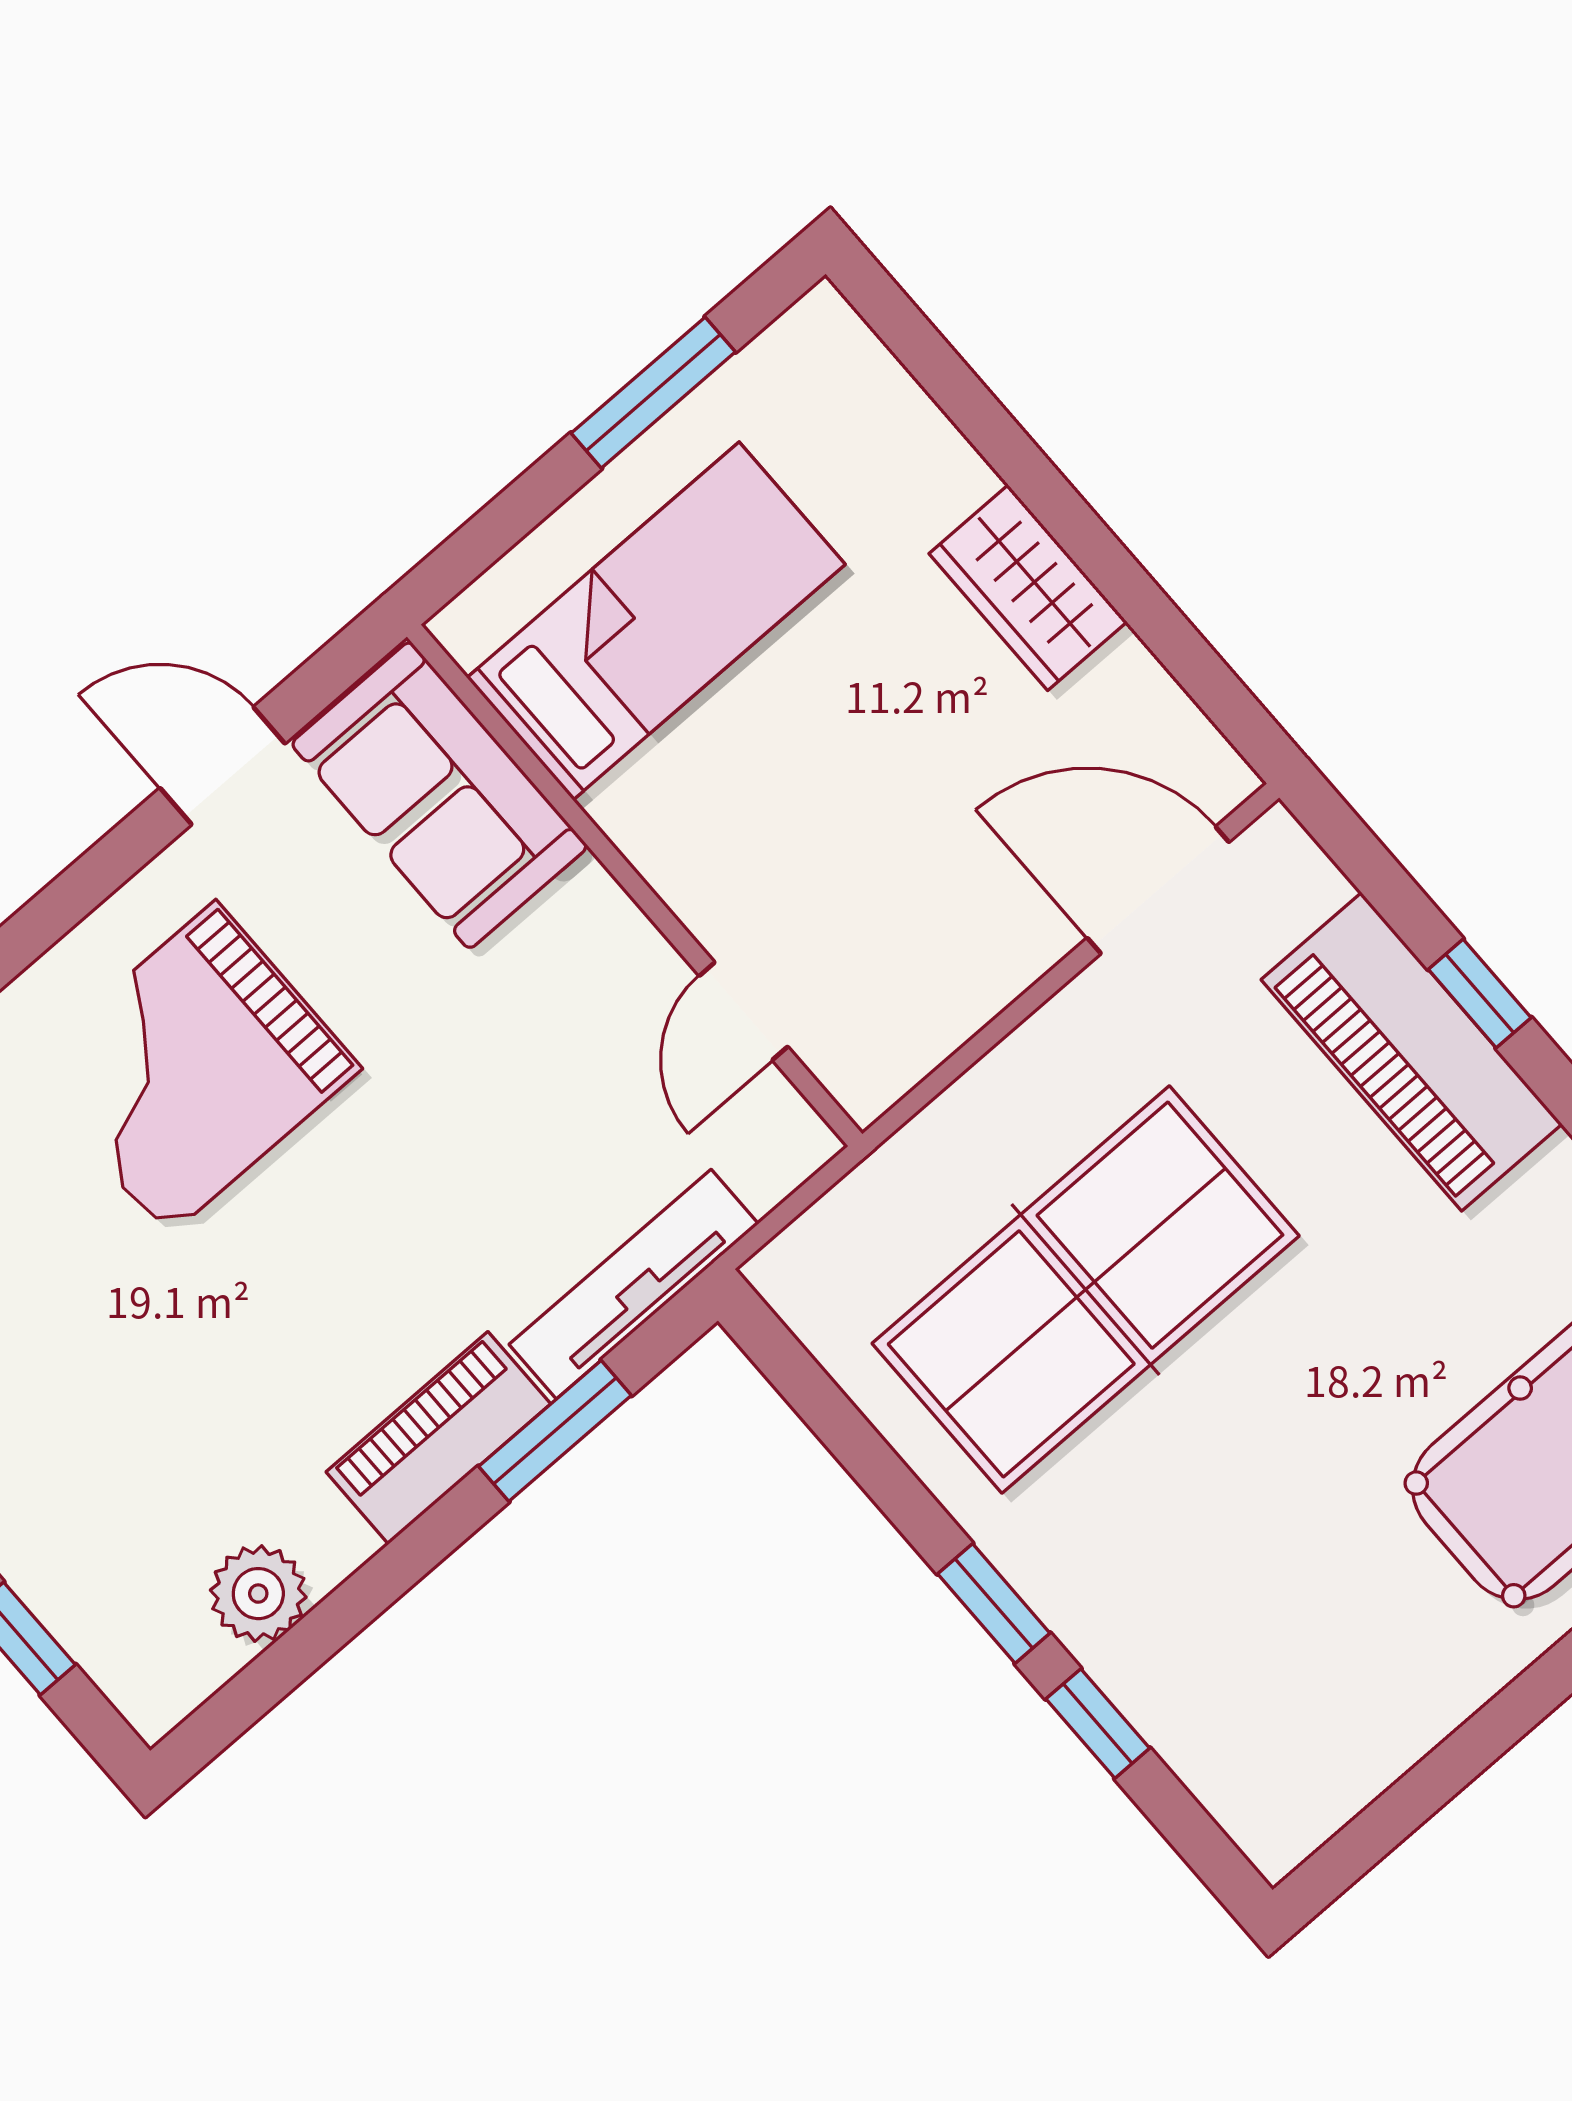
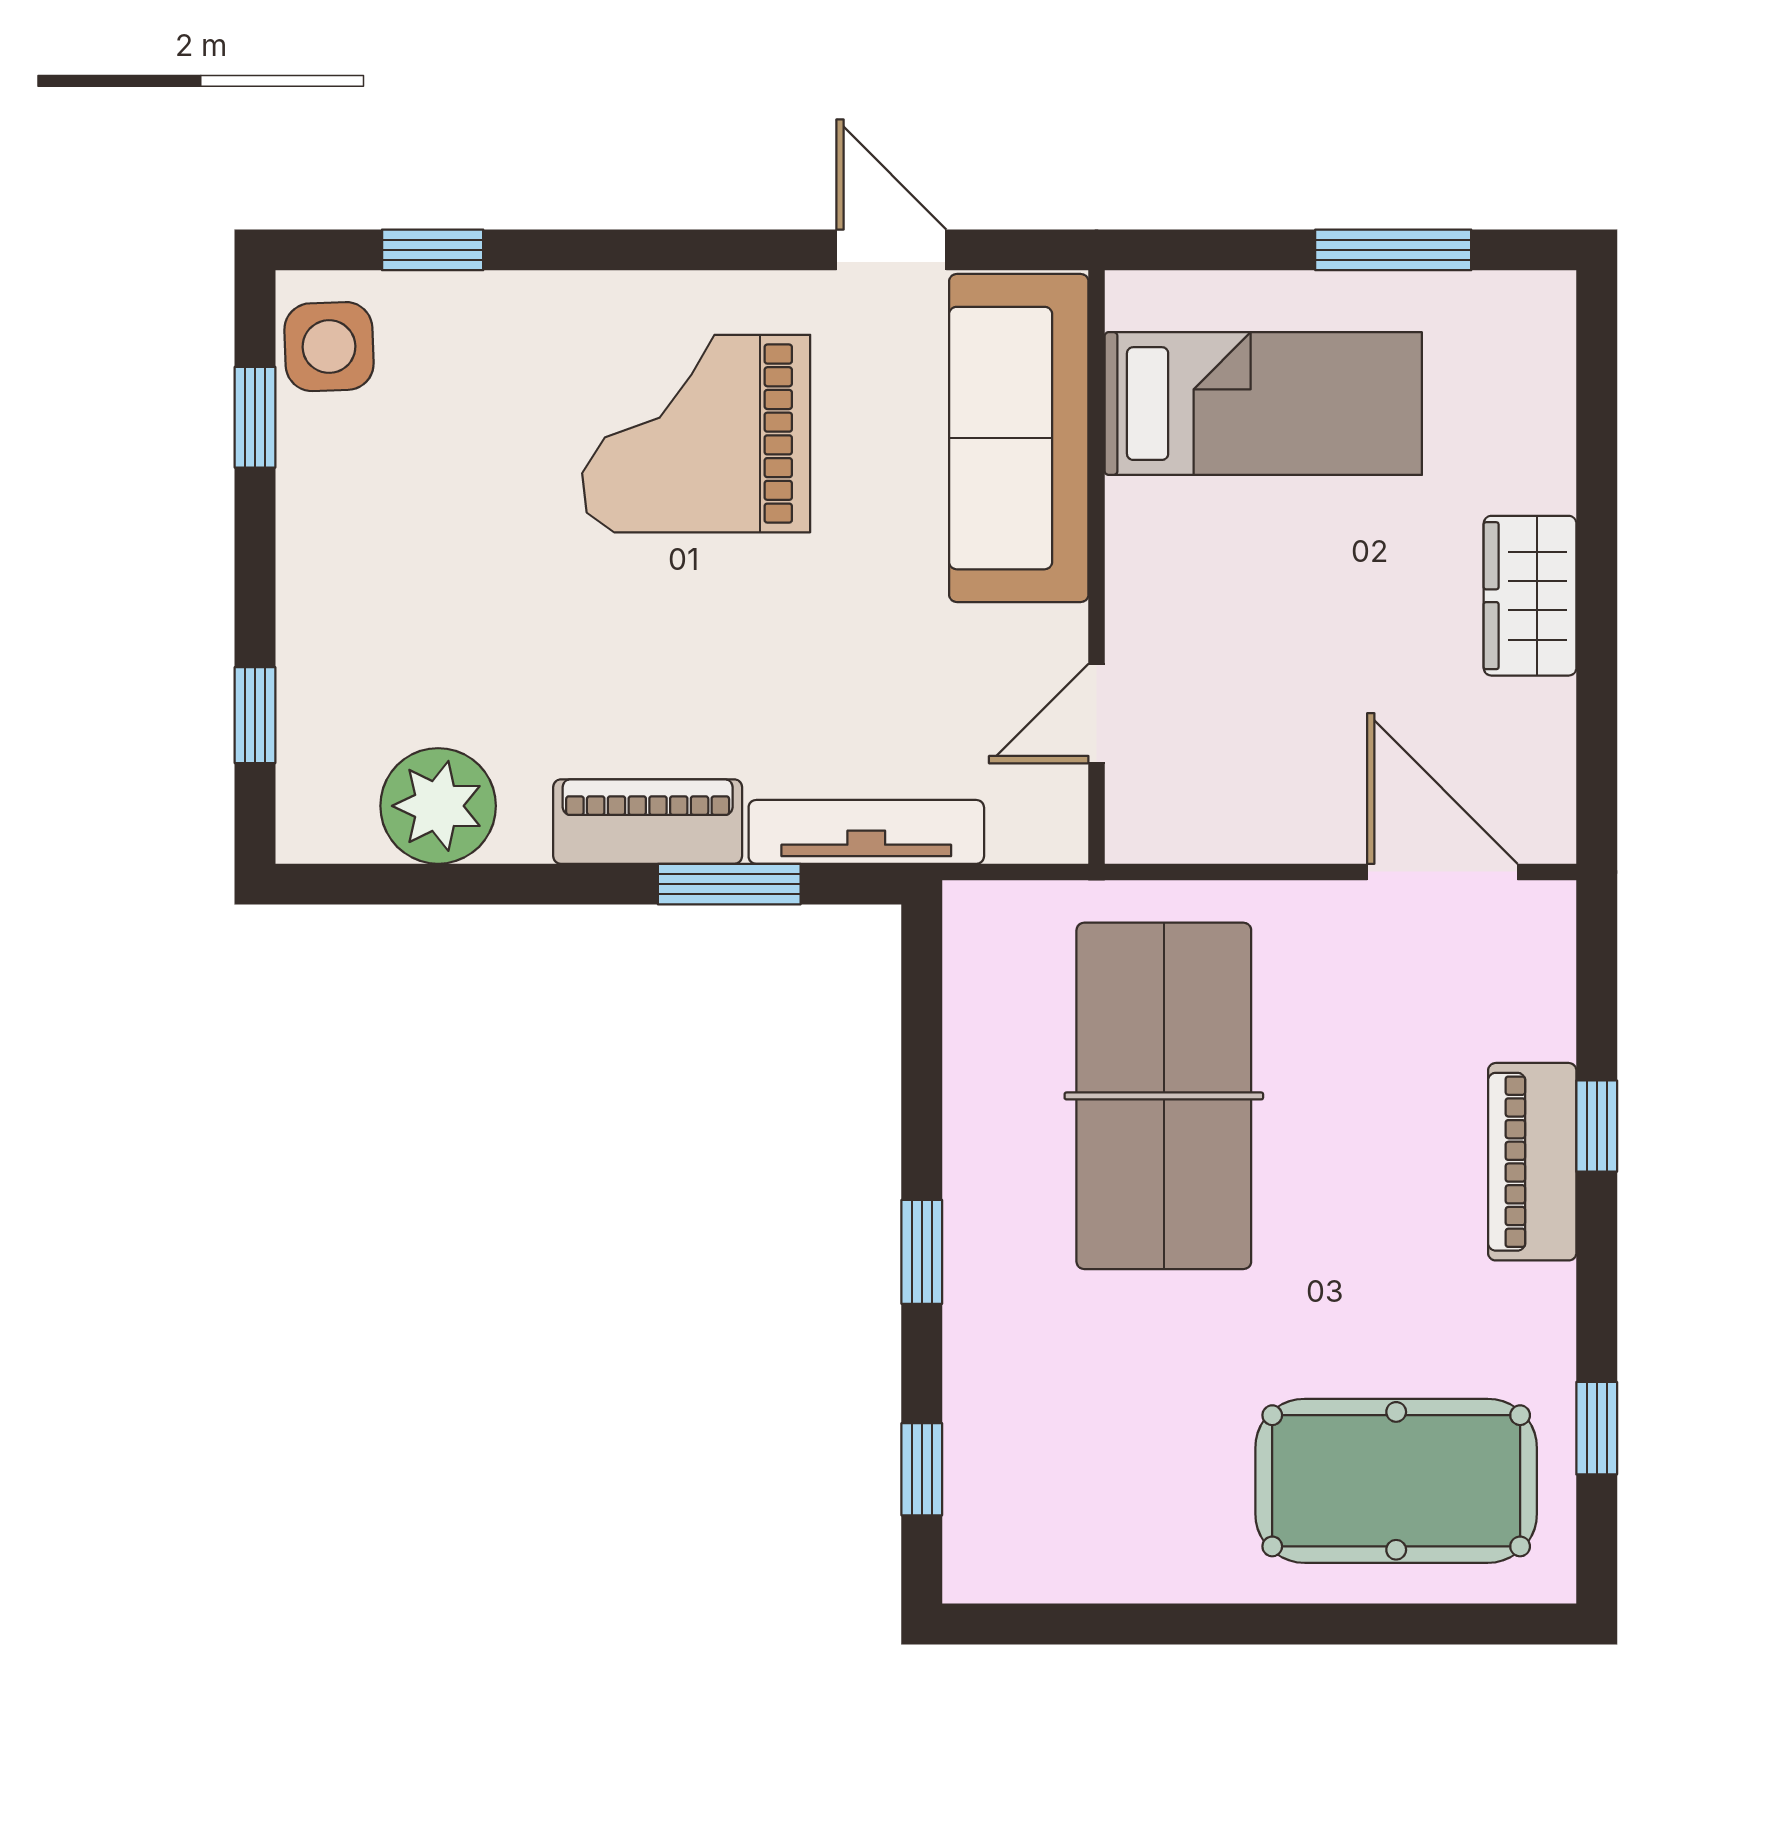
sofa: (439, 795) -> (1019, 438), width x1.36
piano: (1412, 1052) -> (1532, 1162), width x0.73, depth x0.75
table tennis table: (1086, 1290) -> (1164, 1096), turned 90
plant: (258, 1594) -> (438, 806), width x1.36, depth x1.36
window: (1098, 1724) -> (922, 1469), moved

